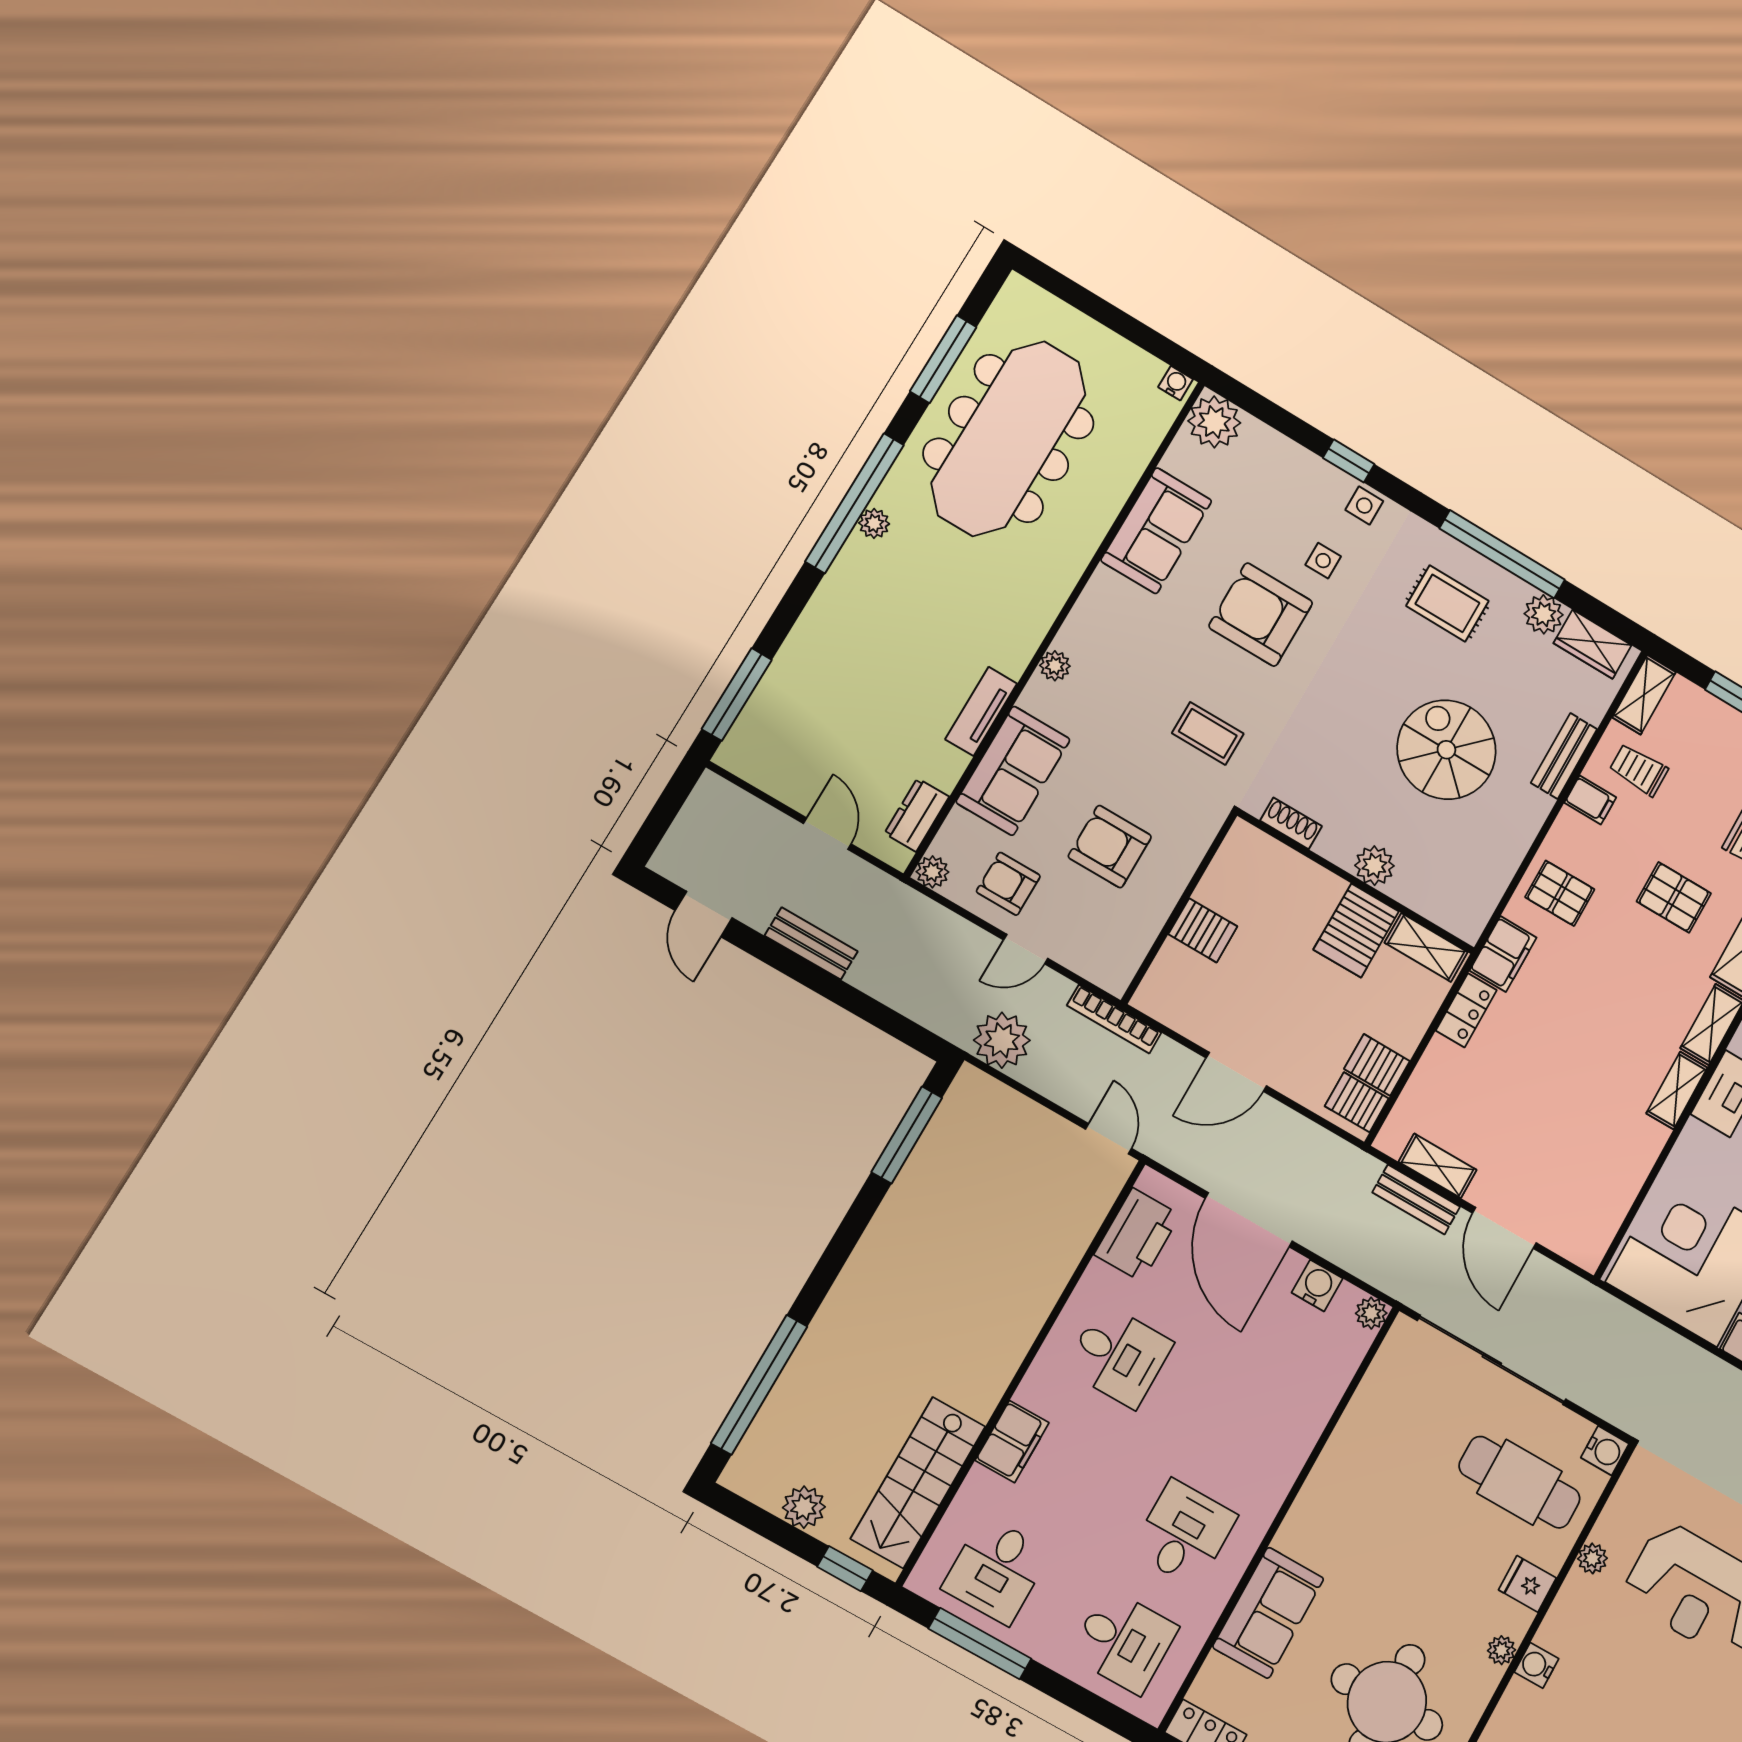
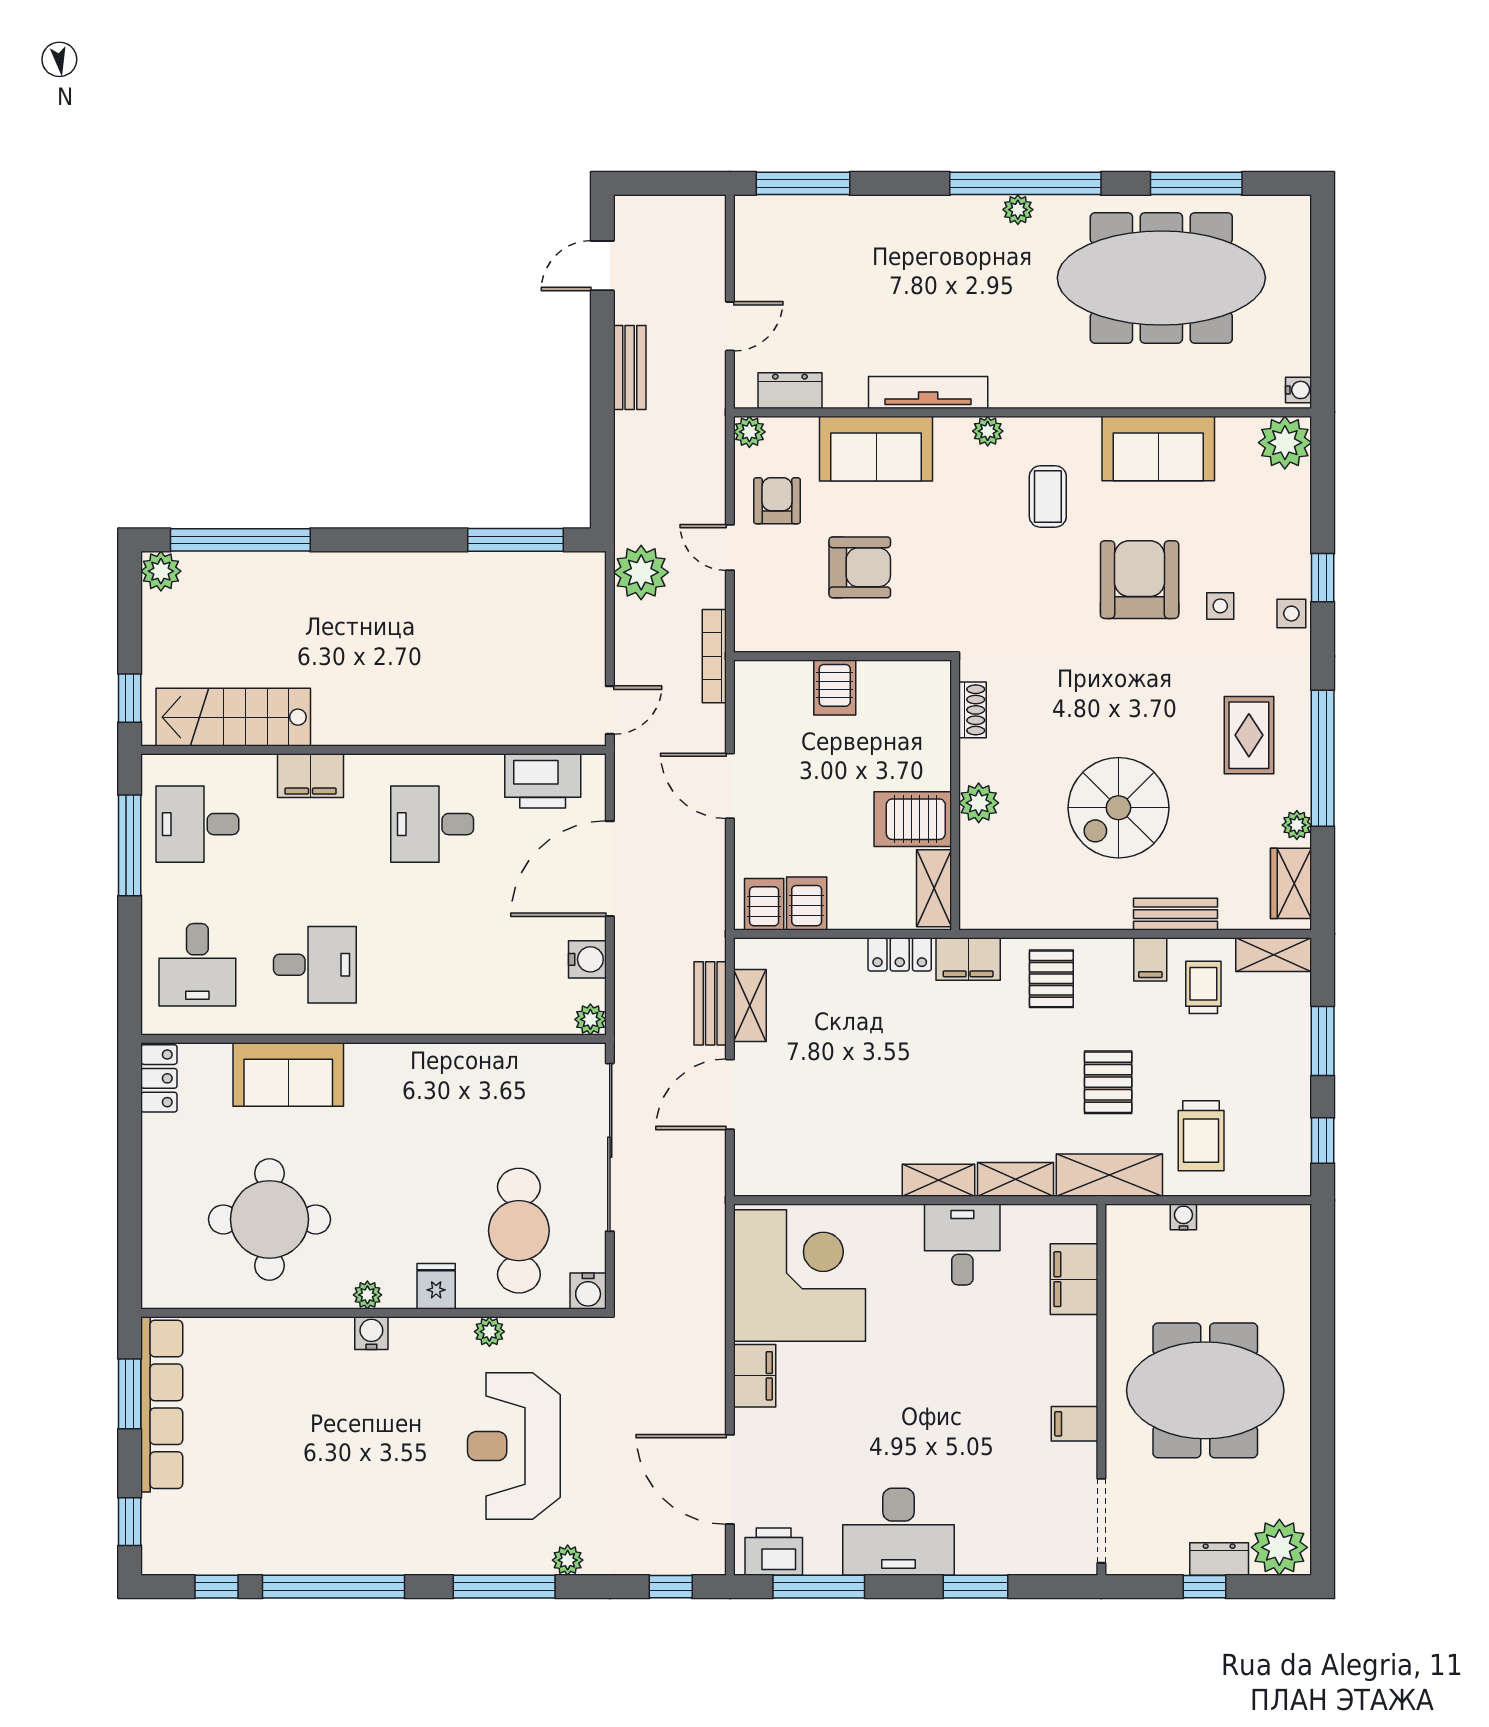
plant: (1544, 614) -> (1297, 825), width x0.73, depth x0.73
tv unit: (981, 711) -> (928, 392), width x1.41
coffee table: (1208, 733) -> (1048, 496), moved
spiral stairs: (1446, 750) -> (1118, 808), turned 180
armchair: (1110, 847) -> (860, 567), turned 90
desk: (1119, 1356) -> (432, 824), turned 90
plant: (804, 1507) -> (161, 571), moved

